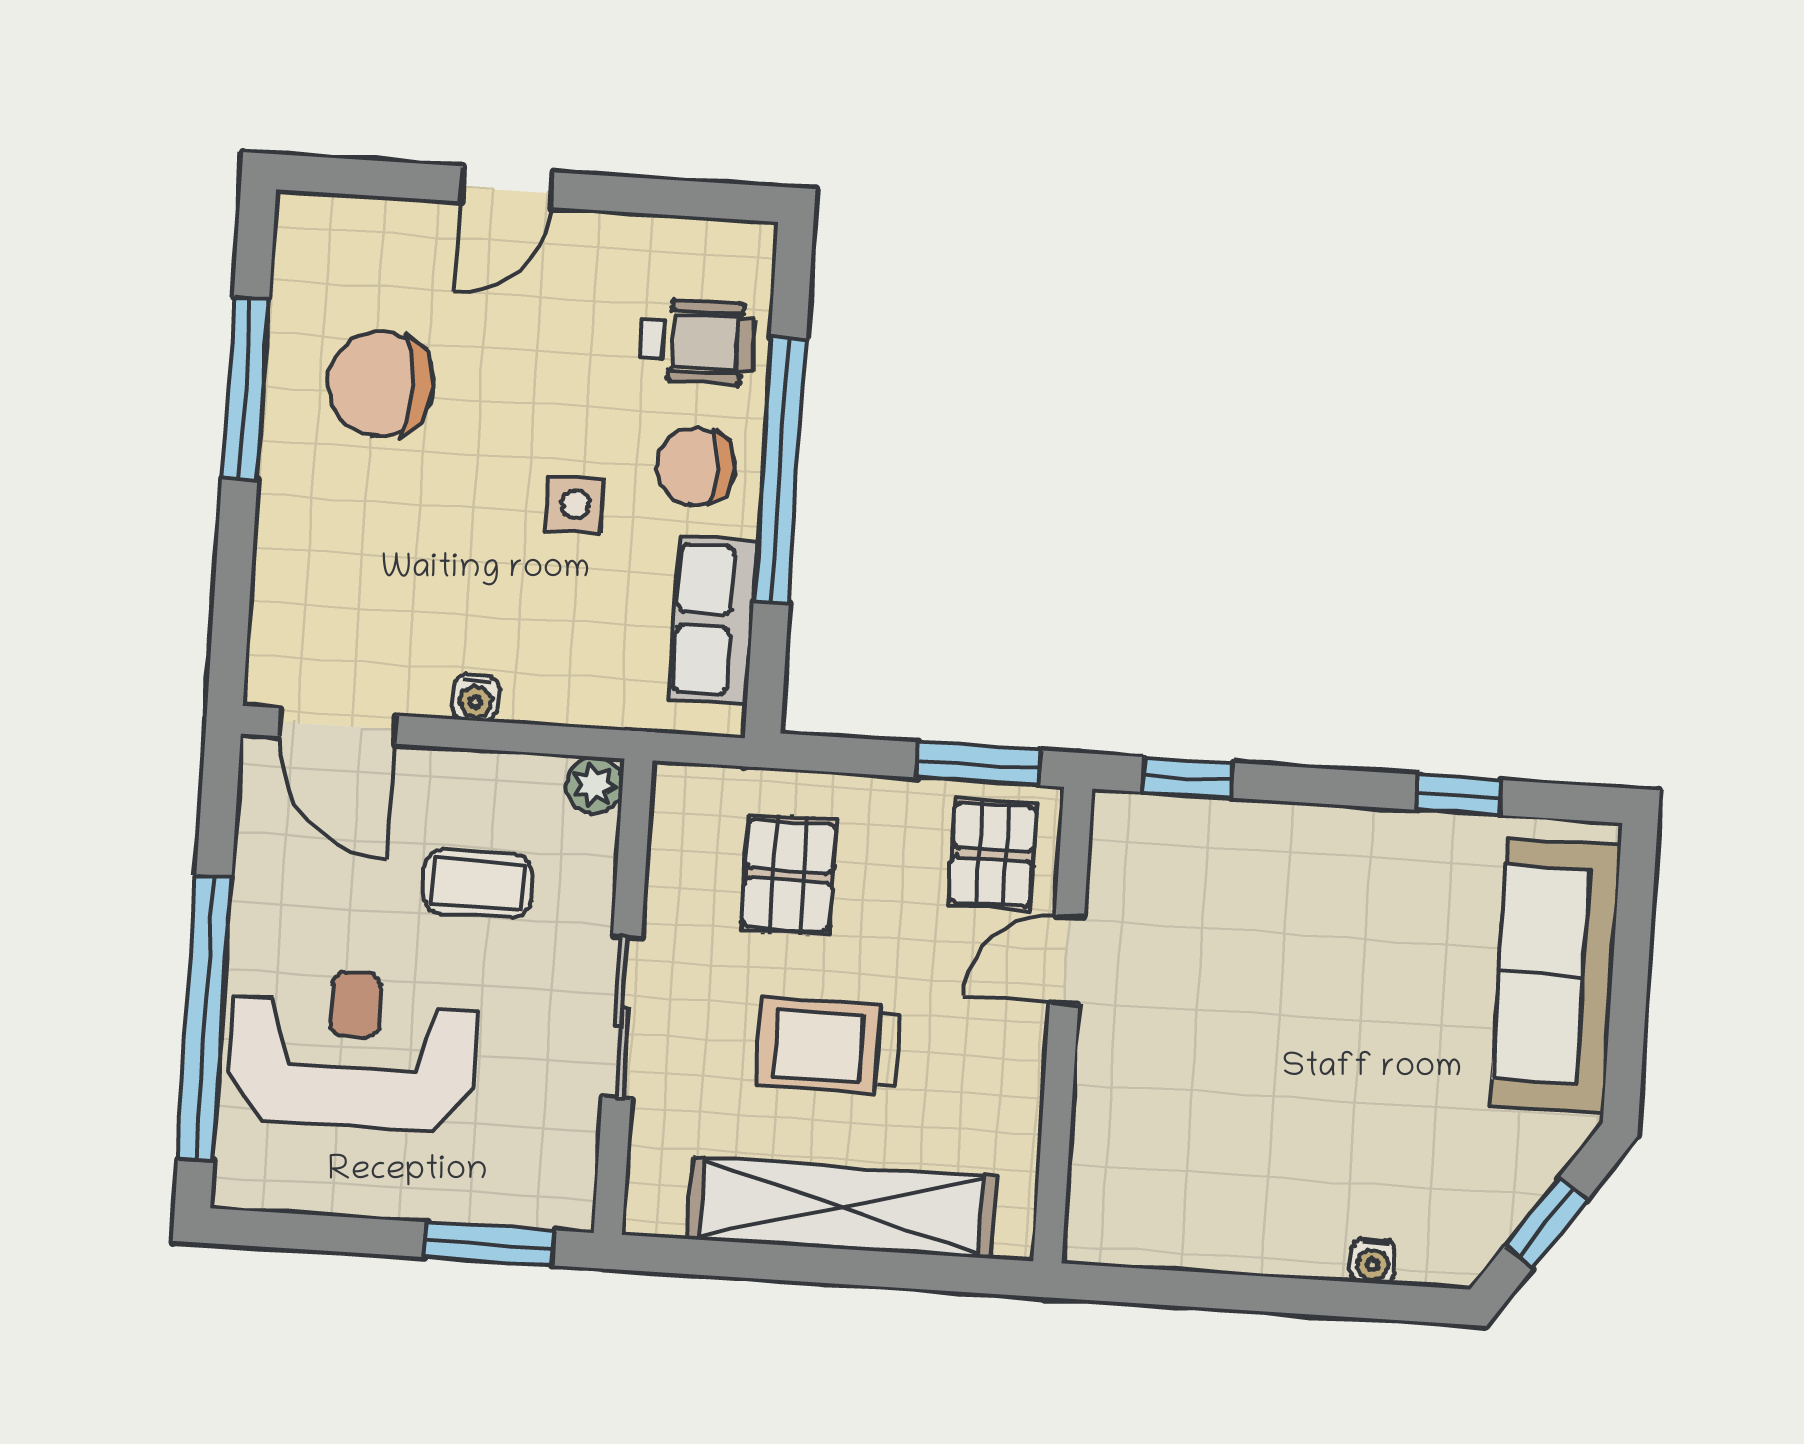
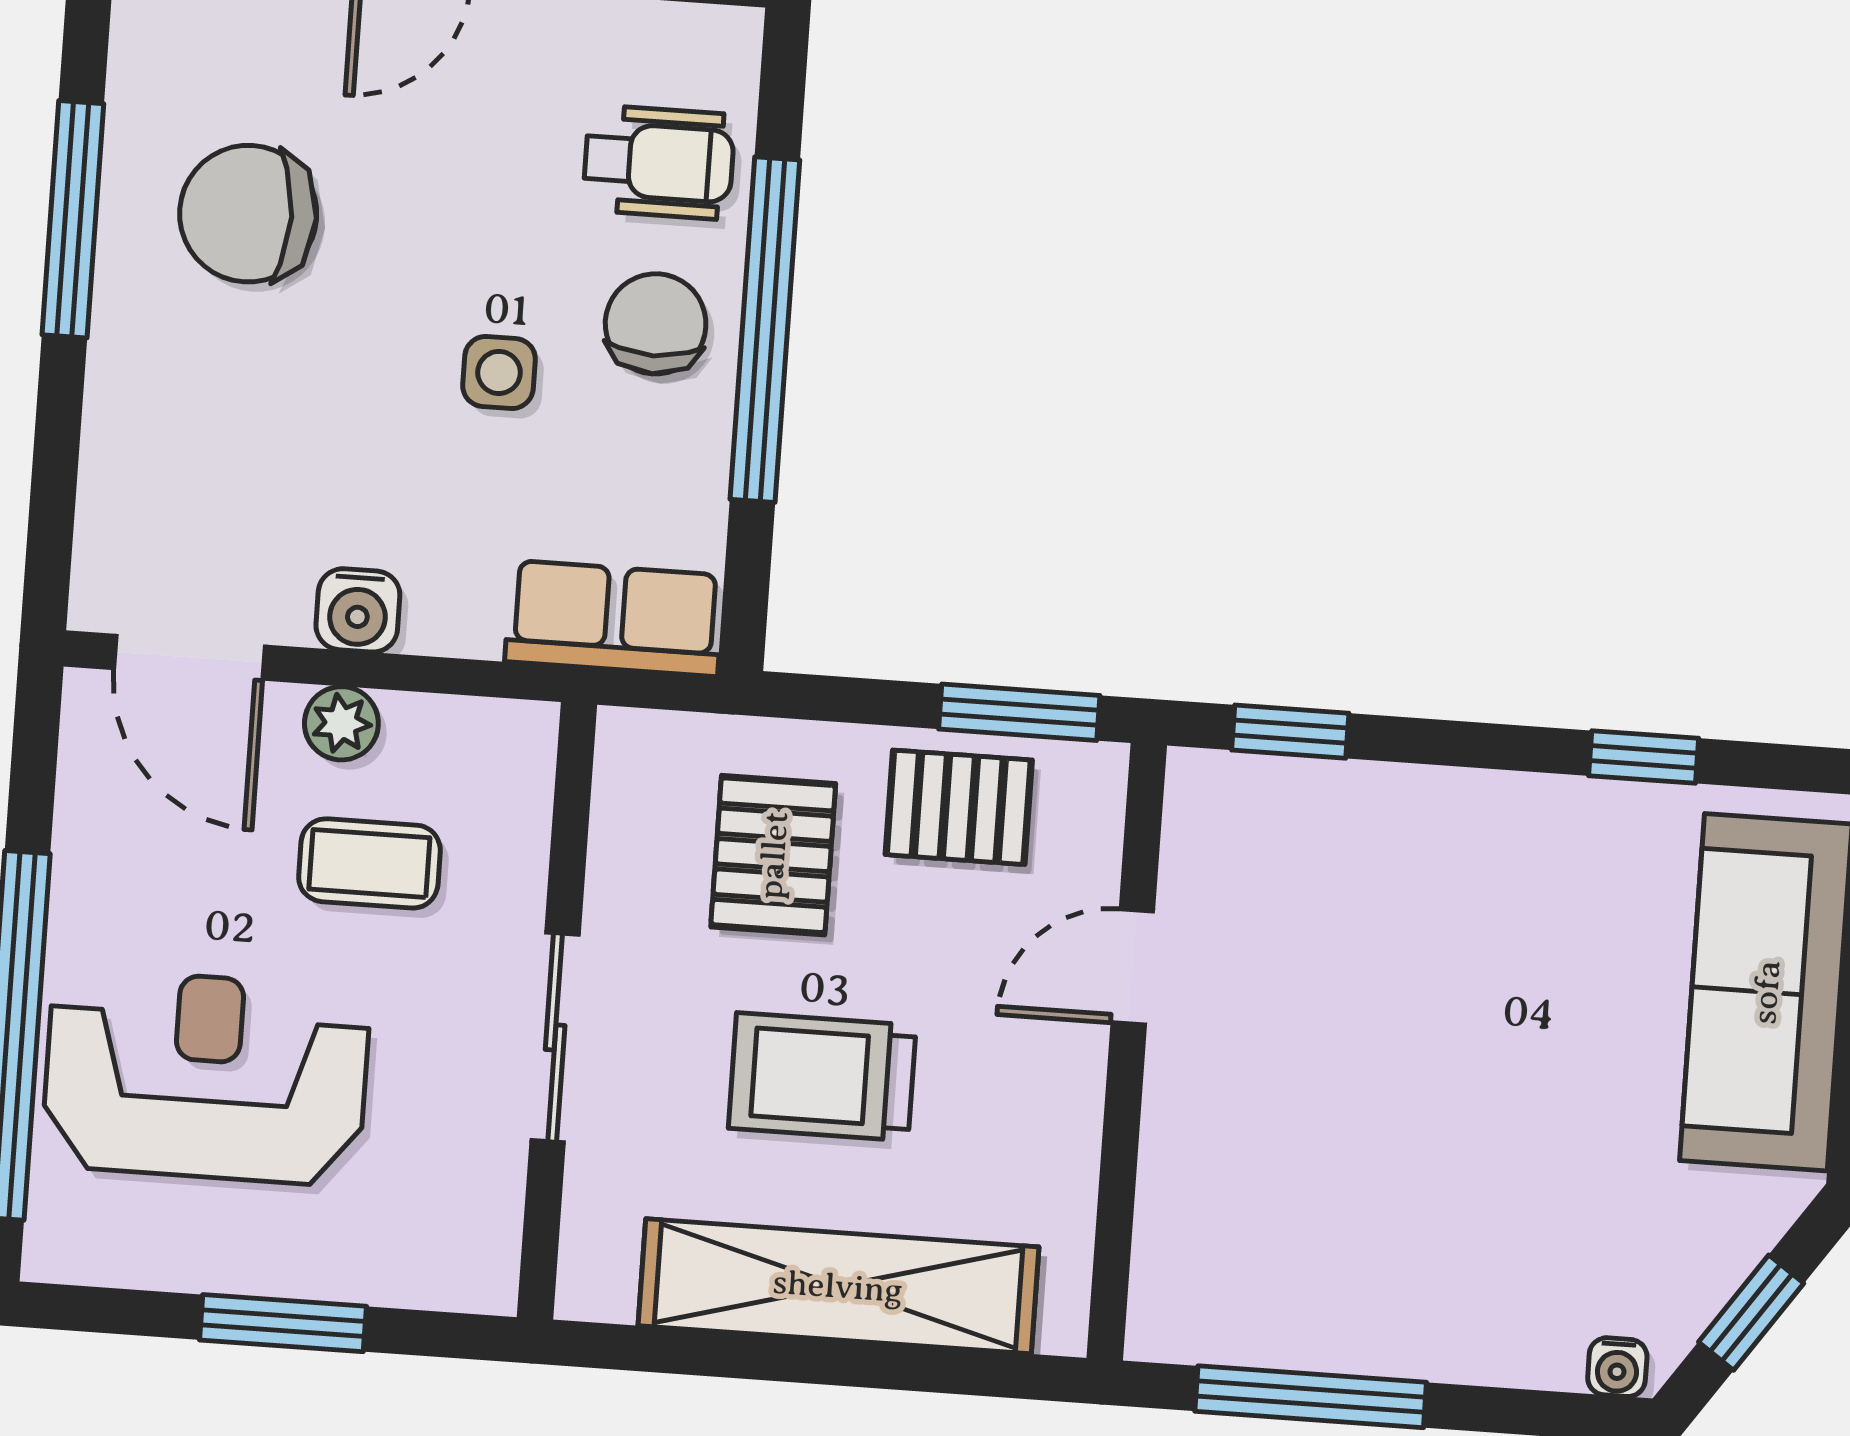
chair: (695, 466) -> (656, 324), turned 90
row of seats: (713, 620) -> (615, 618), moved, turned 90
water cooler: (476, 698) -> (358, 610), width x1.38, depth x1.38
plant: (594, 785) -> (341, 723), moved
pallet: (993, 854) -> (959, 807), moved, turned 90
window: (490, 1244) -> (283, 1323), moved
water cooler: (1373, 1261) -> (1617, 1367), moved
window: (1206, 1290) -> (1311, 1397), added

